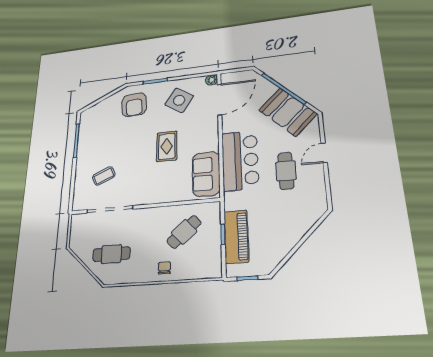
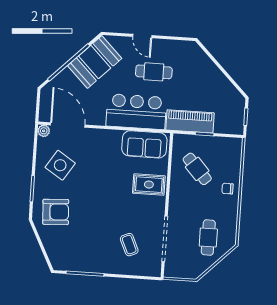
rug: (167, 146) -> (149, 185), moved
piano: (236, 237) -> (190, 121), moved

